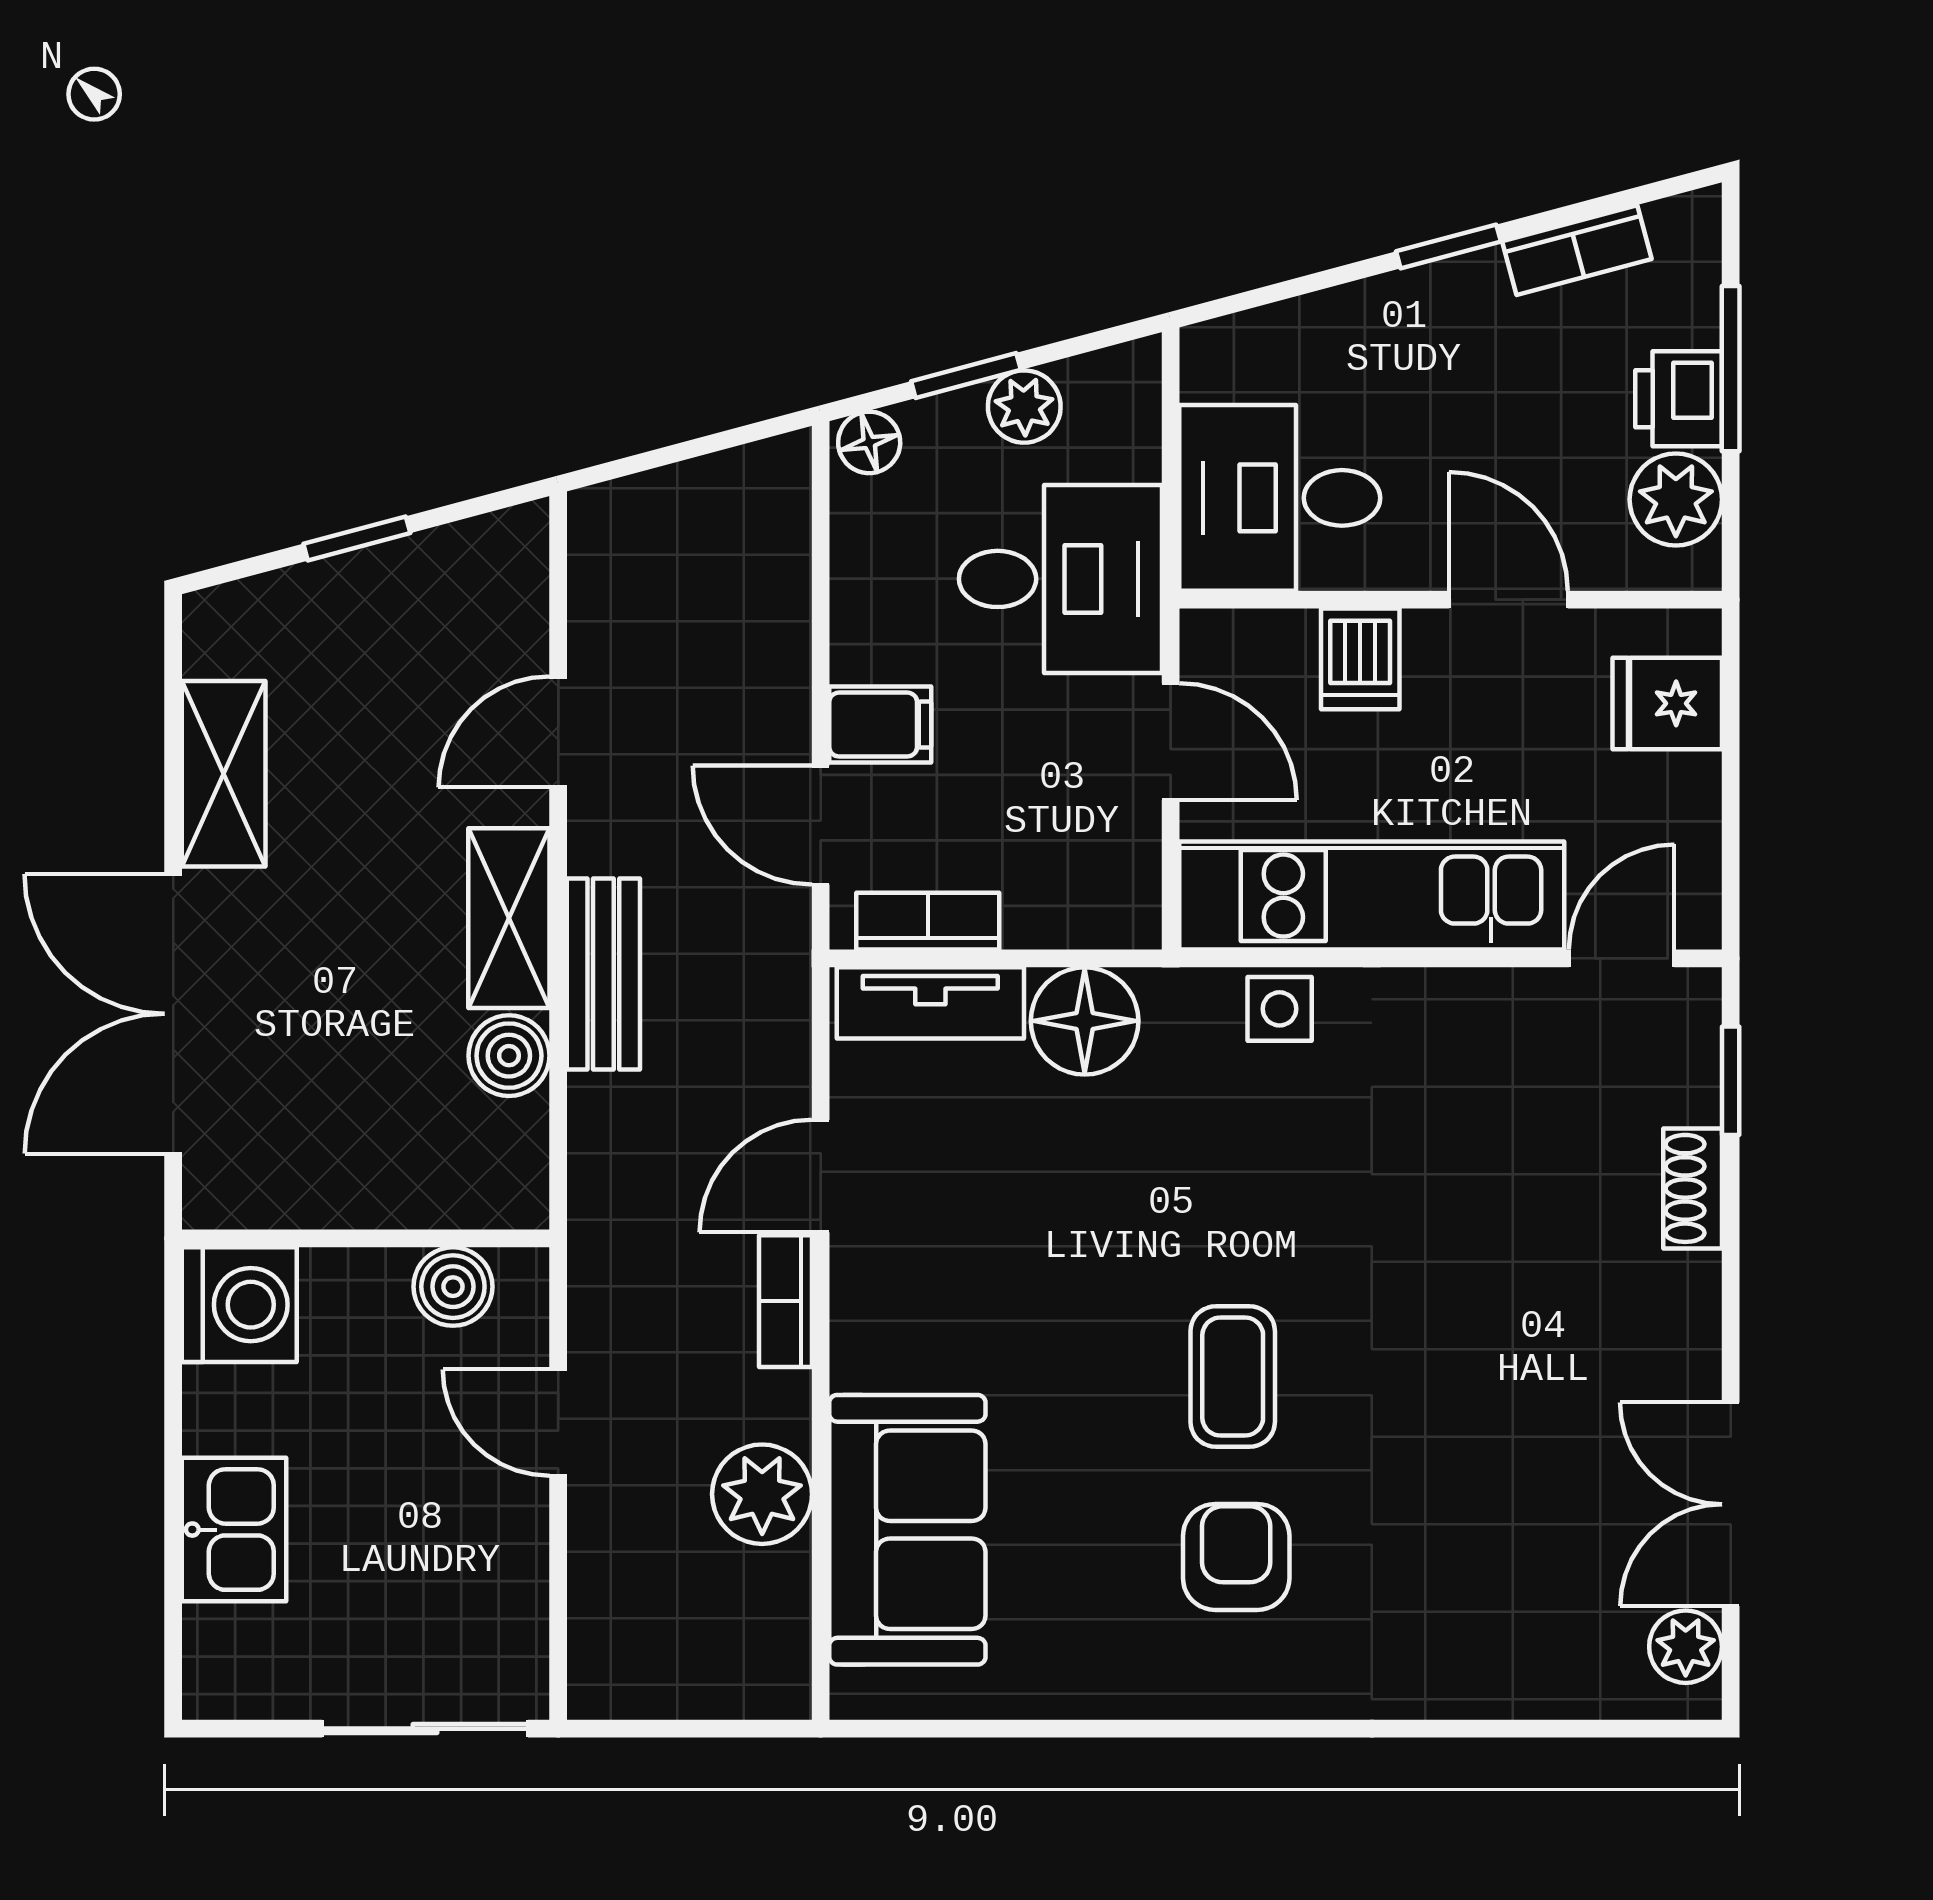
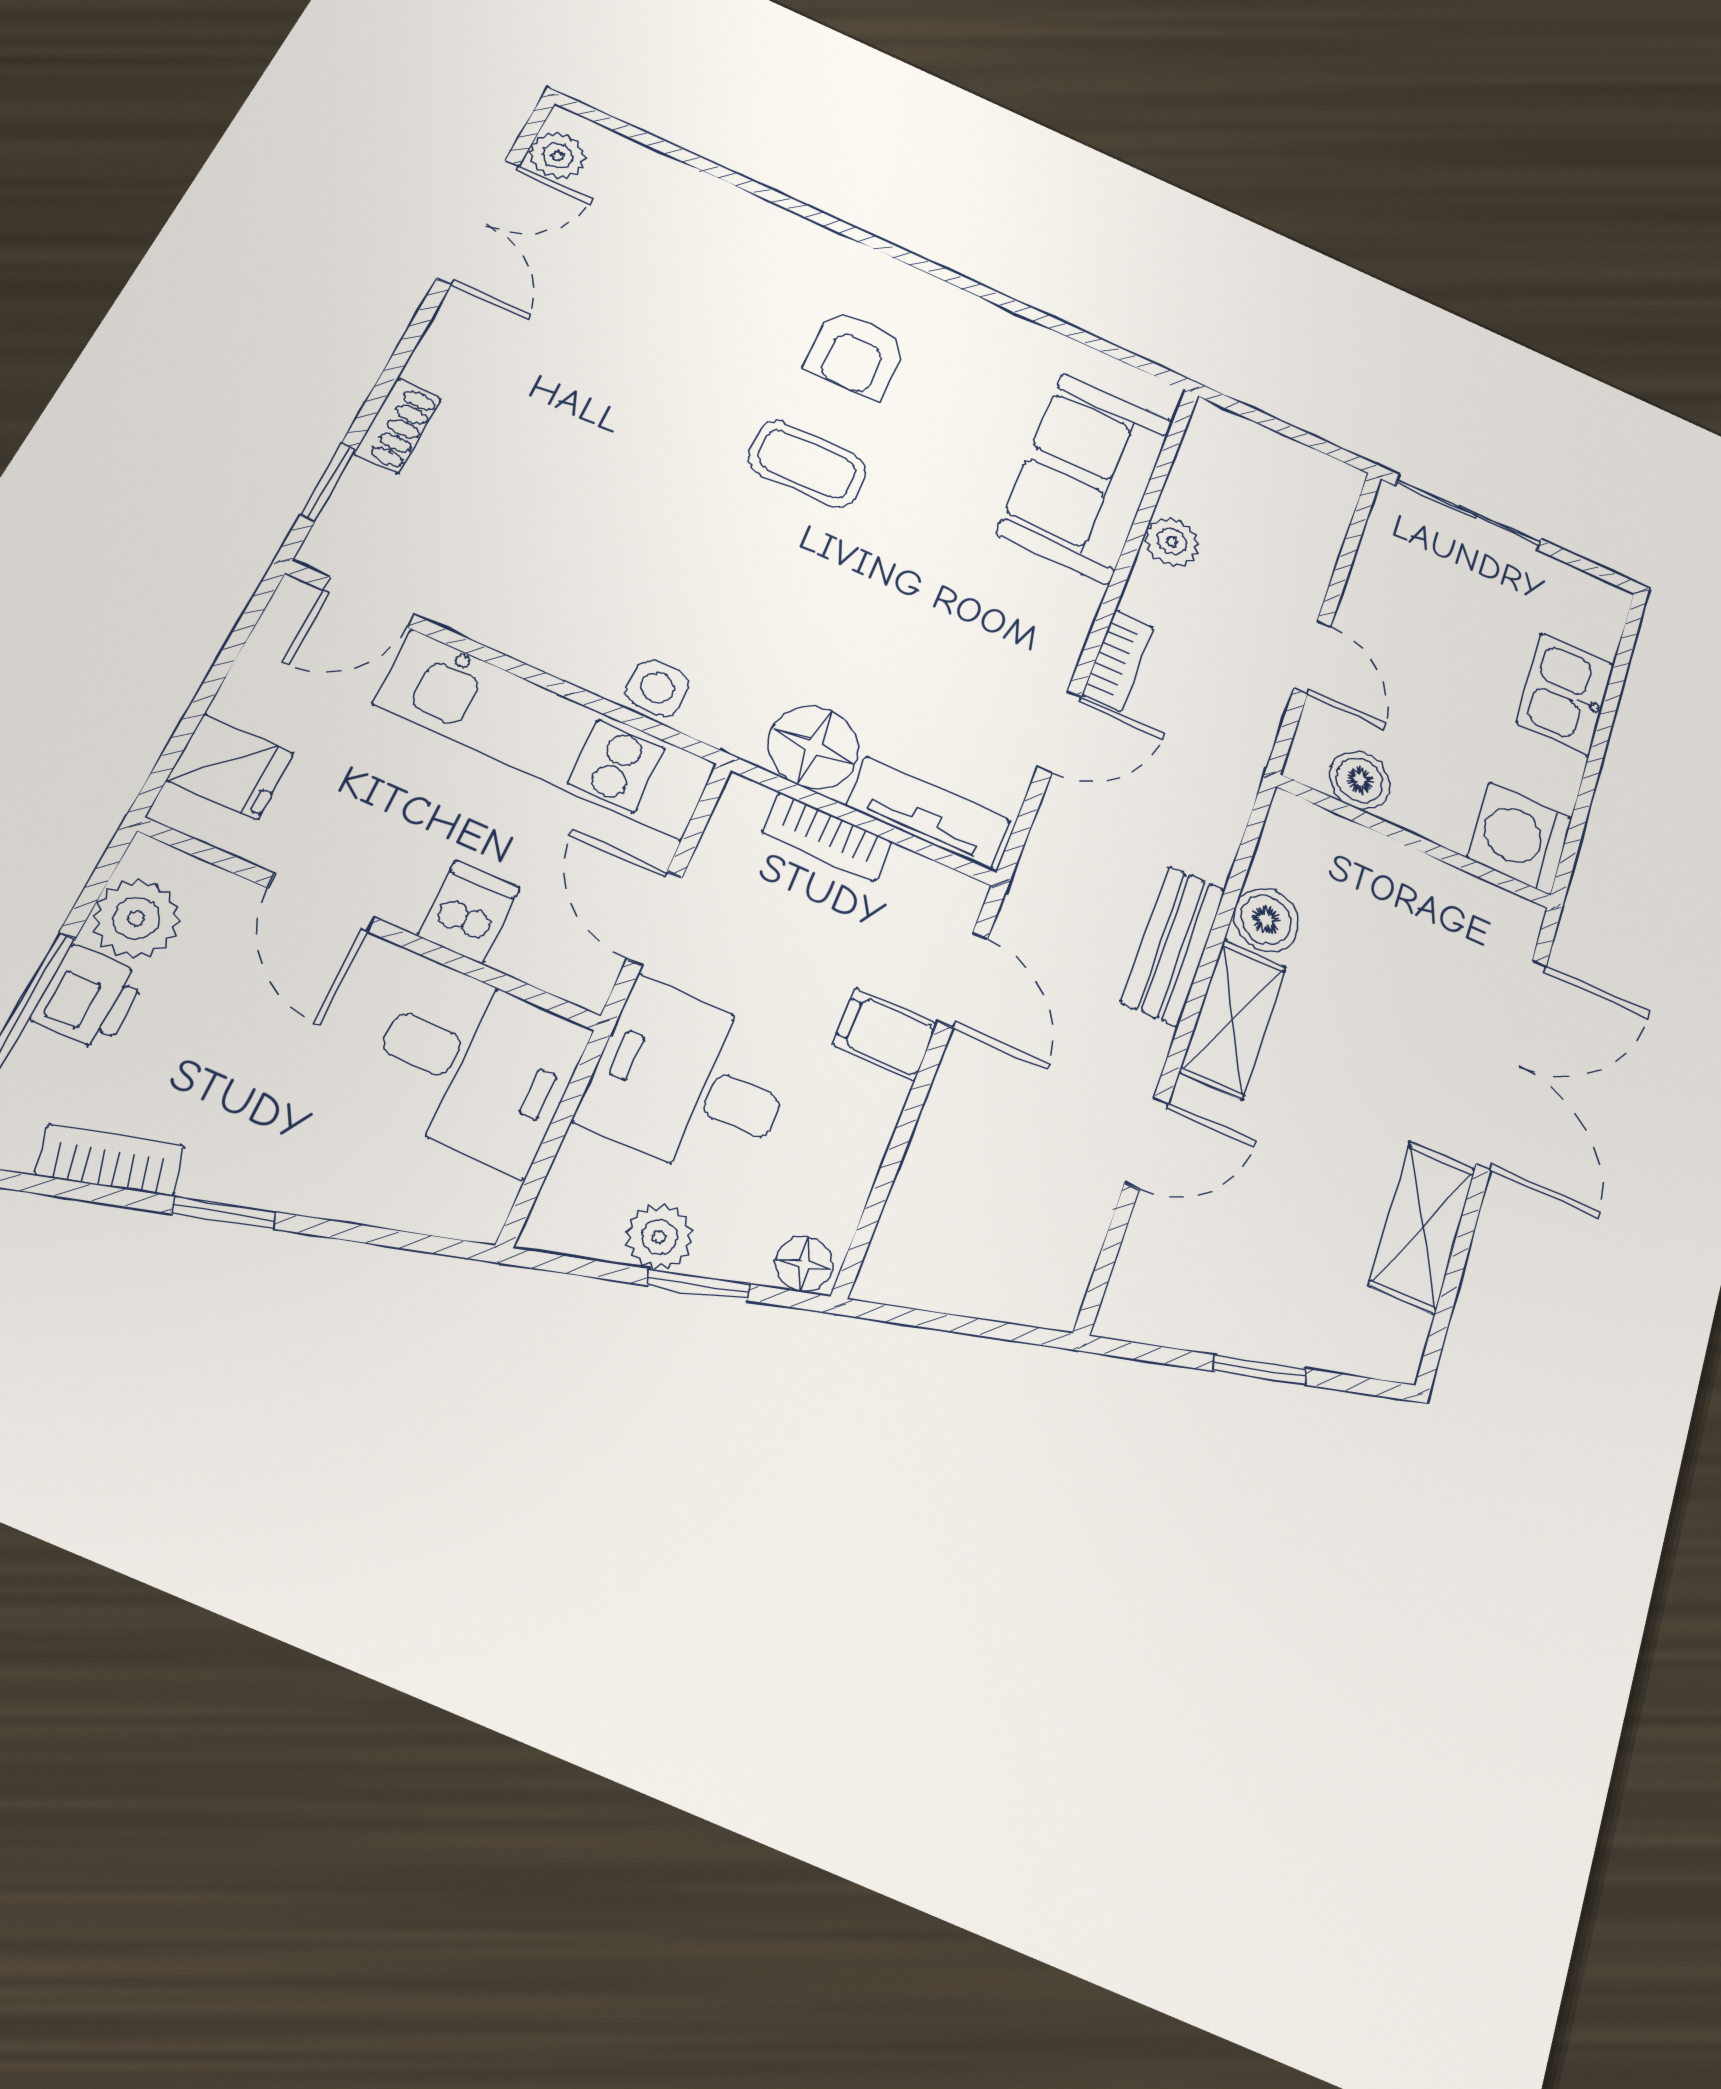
bookcase: (928, 921) -> (827, 837), moved
coffee table: (1233, 1376) -> (807, 464), turned 90
plant: (762, 1494) -> (1172, 542), width x0.73, depth x0.73

